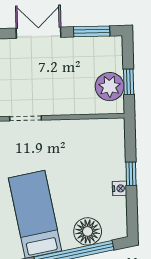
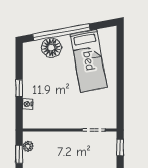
plant: (110, 87) -> (28, 146), width x0.53, depth x0.53
nightstand: (120, 188) -> (28, 104), moved

